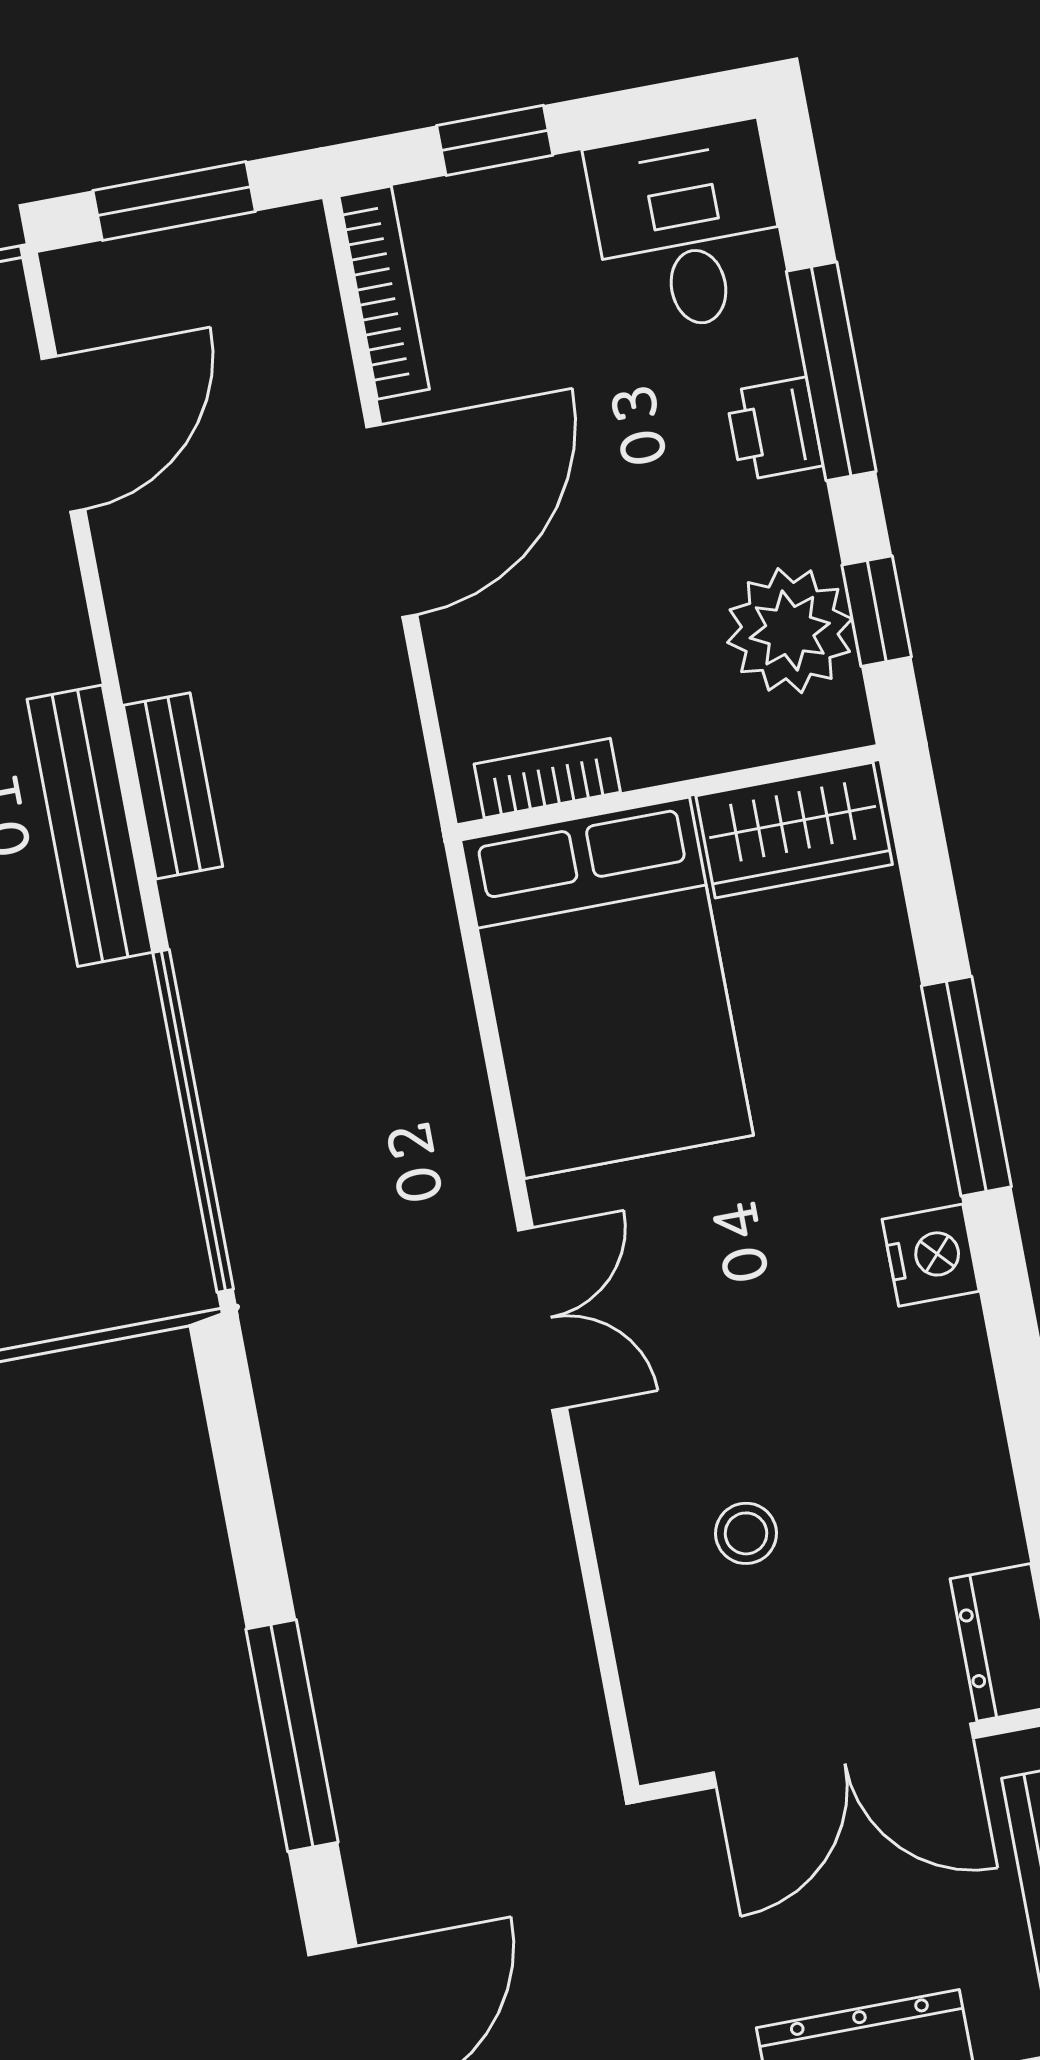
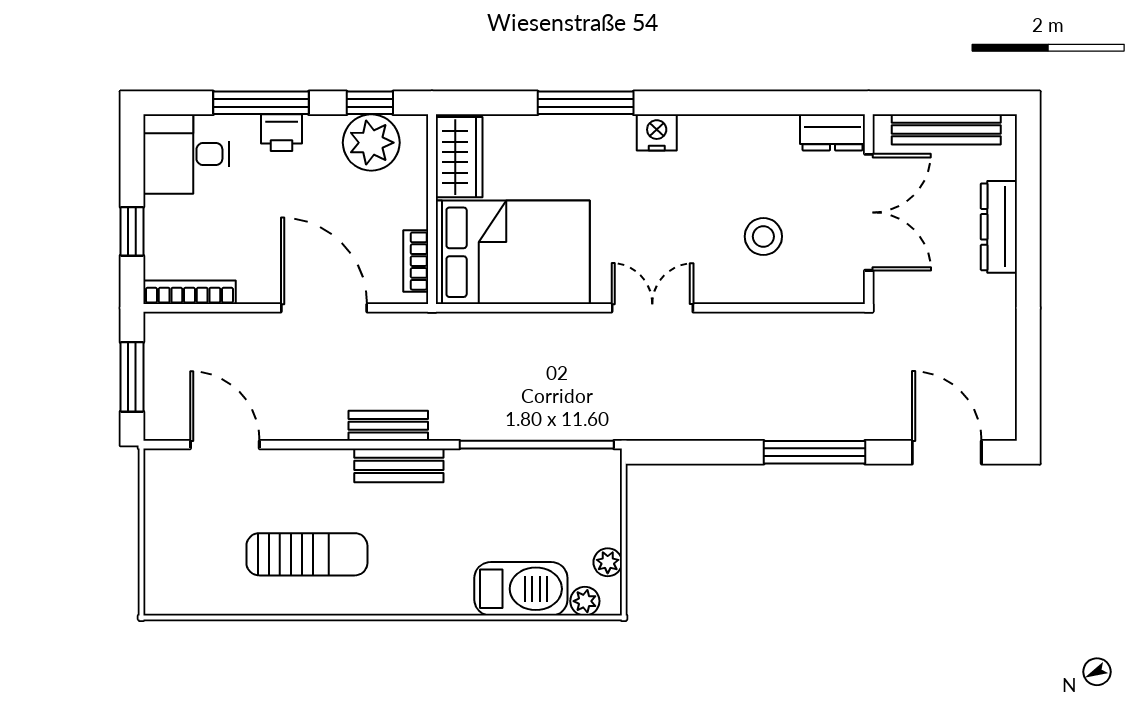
door: (392, 521) -> (324, 308), moved
bench: (90, 826) -> (399, 465), width x0.73
stool: (746, 1533) -> (763, 236), width x1.37, depth x1.37

